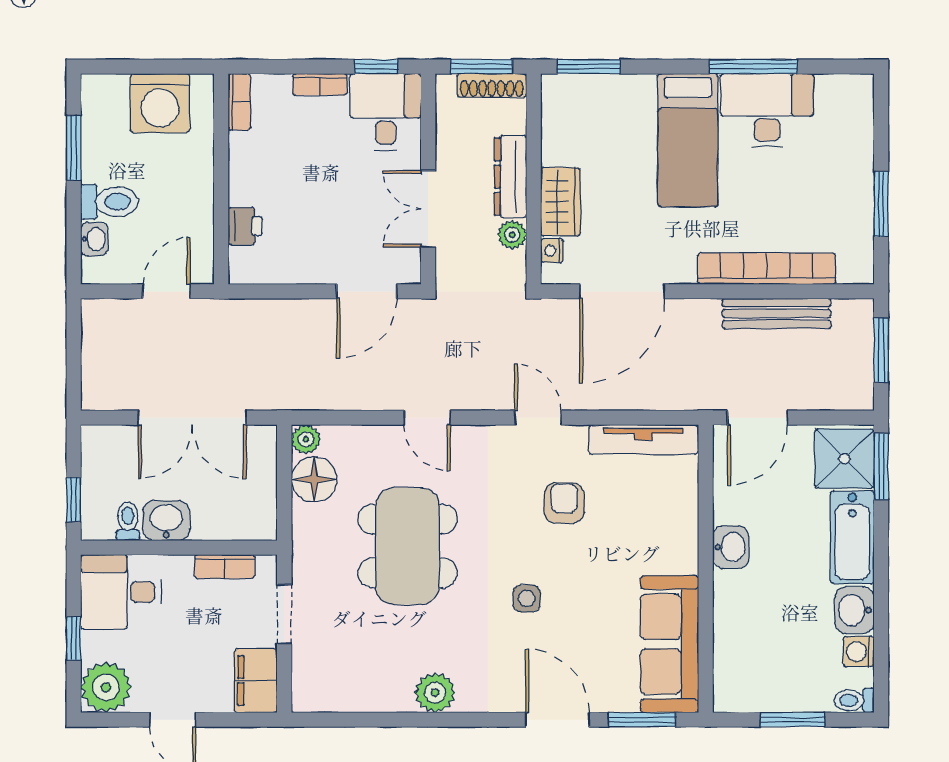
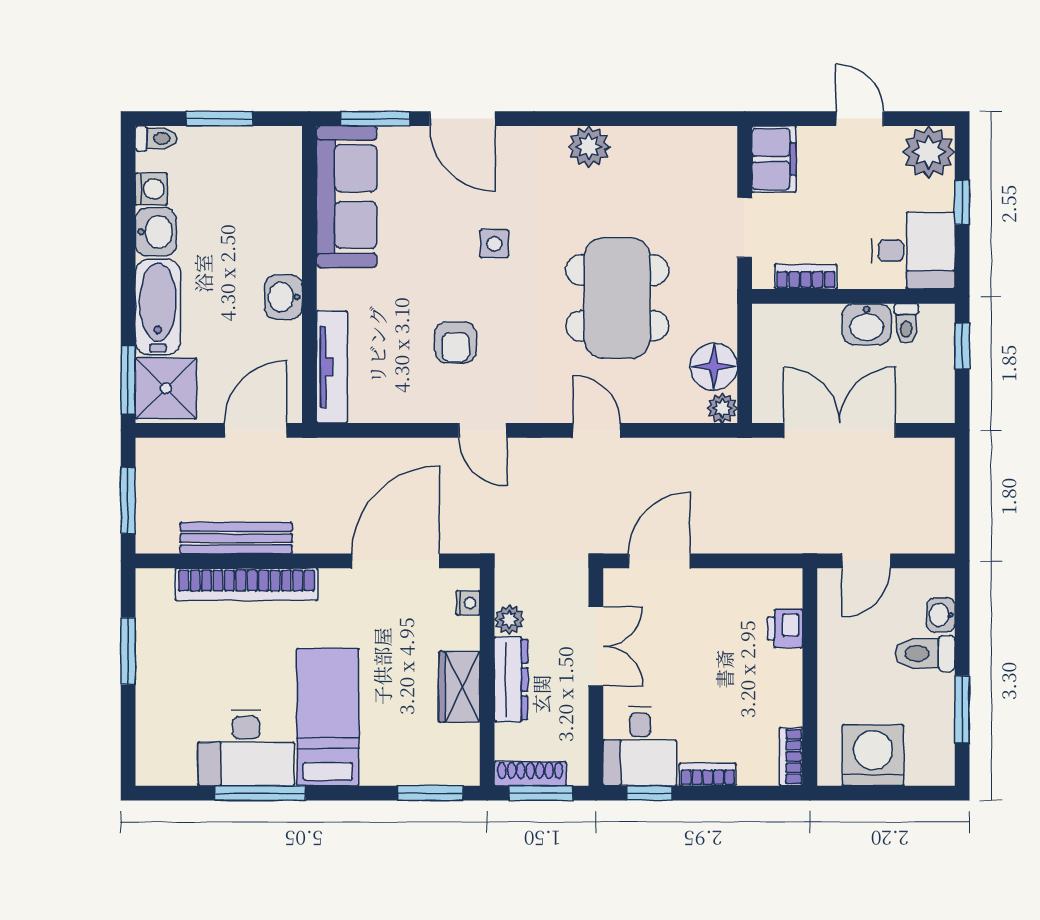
wardrobe: (560, 202) -> (459, 687), moved
tv unit: (643, 439) -> (332, 367), moved, turned 90

